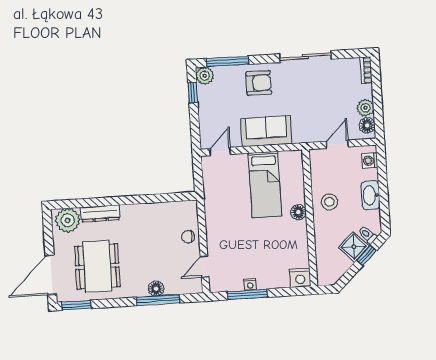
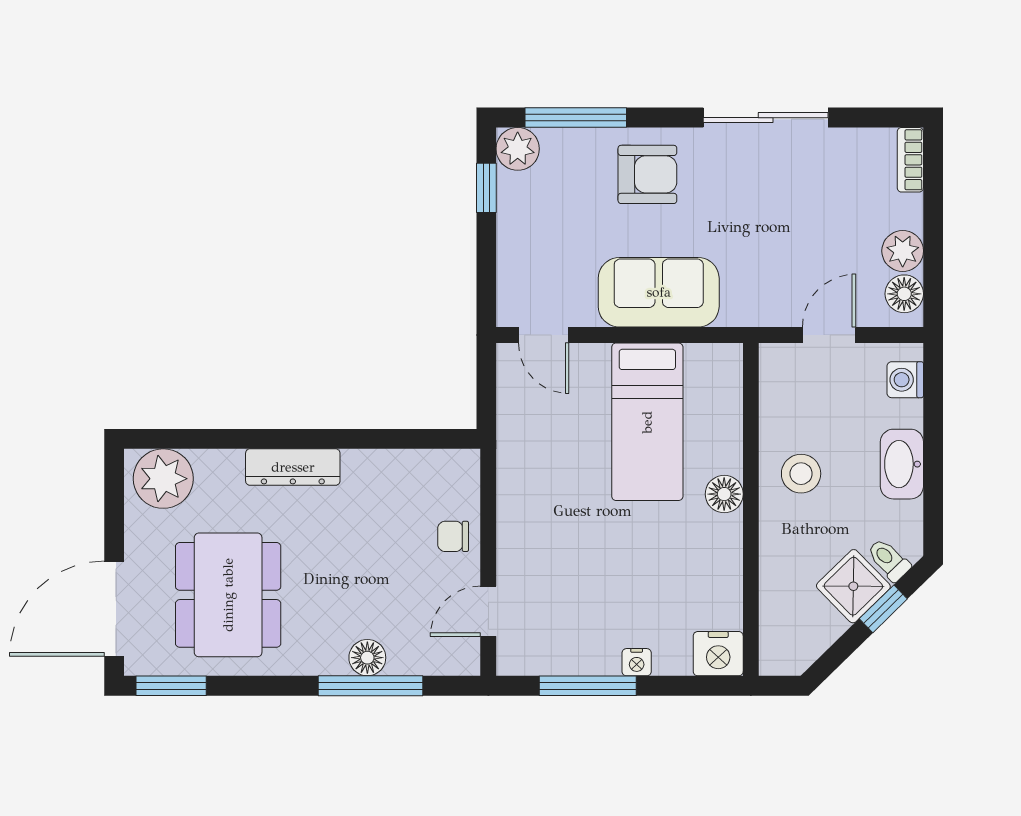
door: (220, 152) -> (544, 335), swing flipped
dresser: (100, 214) -> (293, 467), moved
nightstand: (250, 285) -> (637, 662), moved

